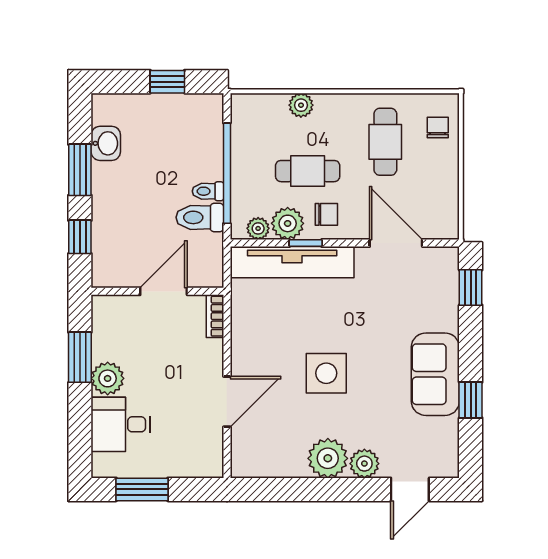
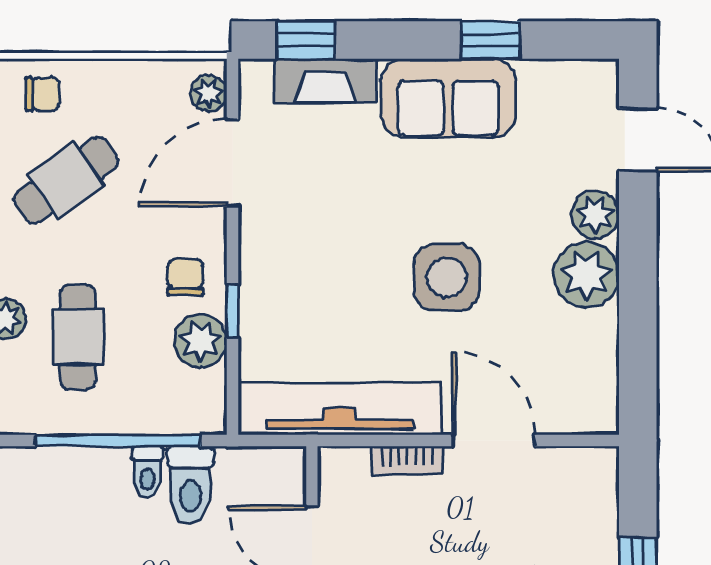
chair: (438, 127) -> (43, 94), turned 180
cafe table: (385, 142) -> (66, 180), turned -35
cafe table: (308, 171) -> (78, 337), moved
plant: (258, 228) -> (209, 93), moved
tv unit: (292, 262) -> (340, 409), moved, turned -90
fireplace: (446, 299) -> (325, 81), added
bookcase: (215, 316) -> (407, 460), moved

